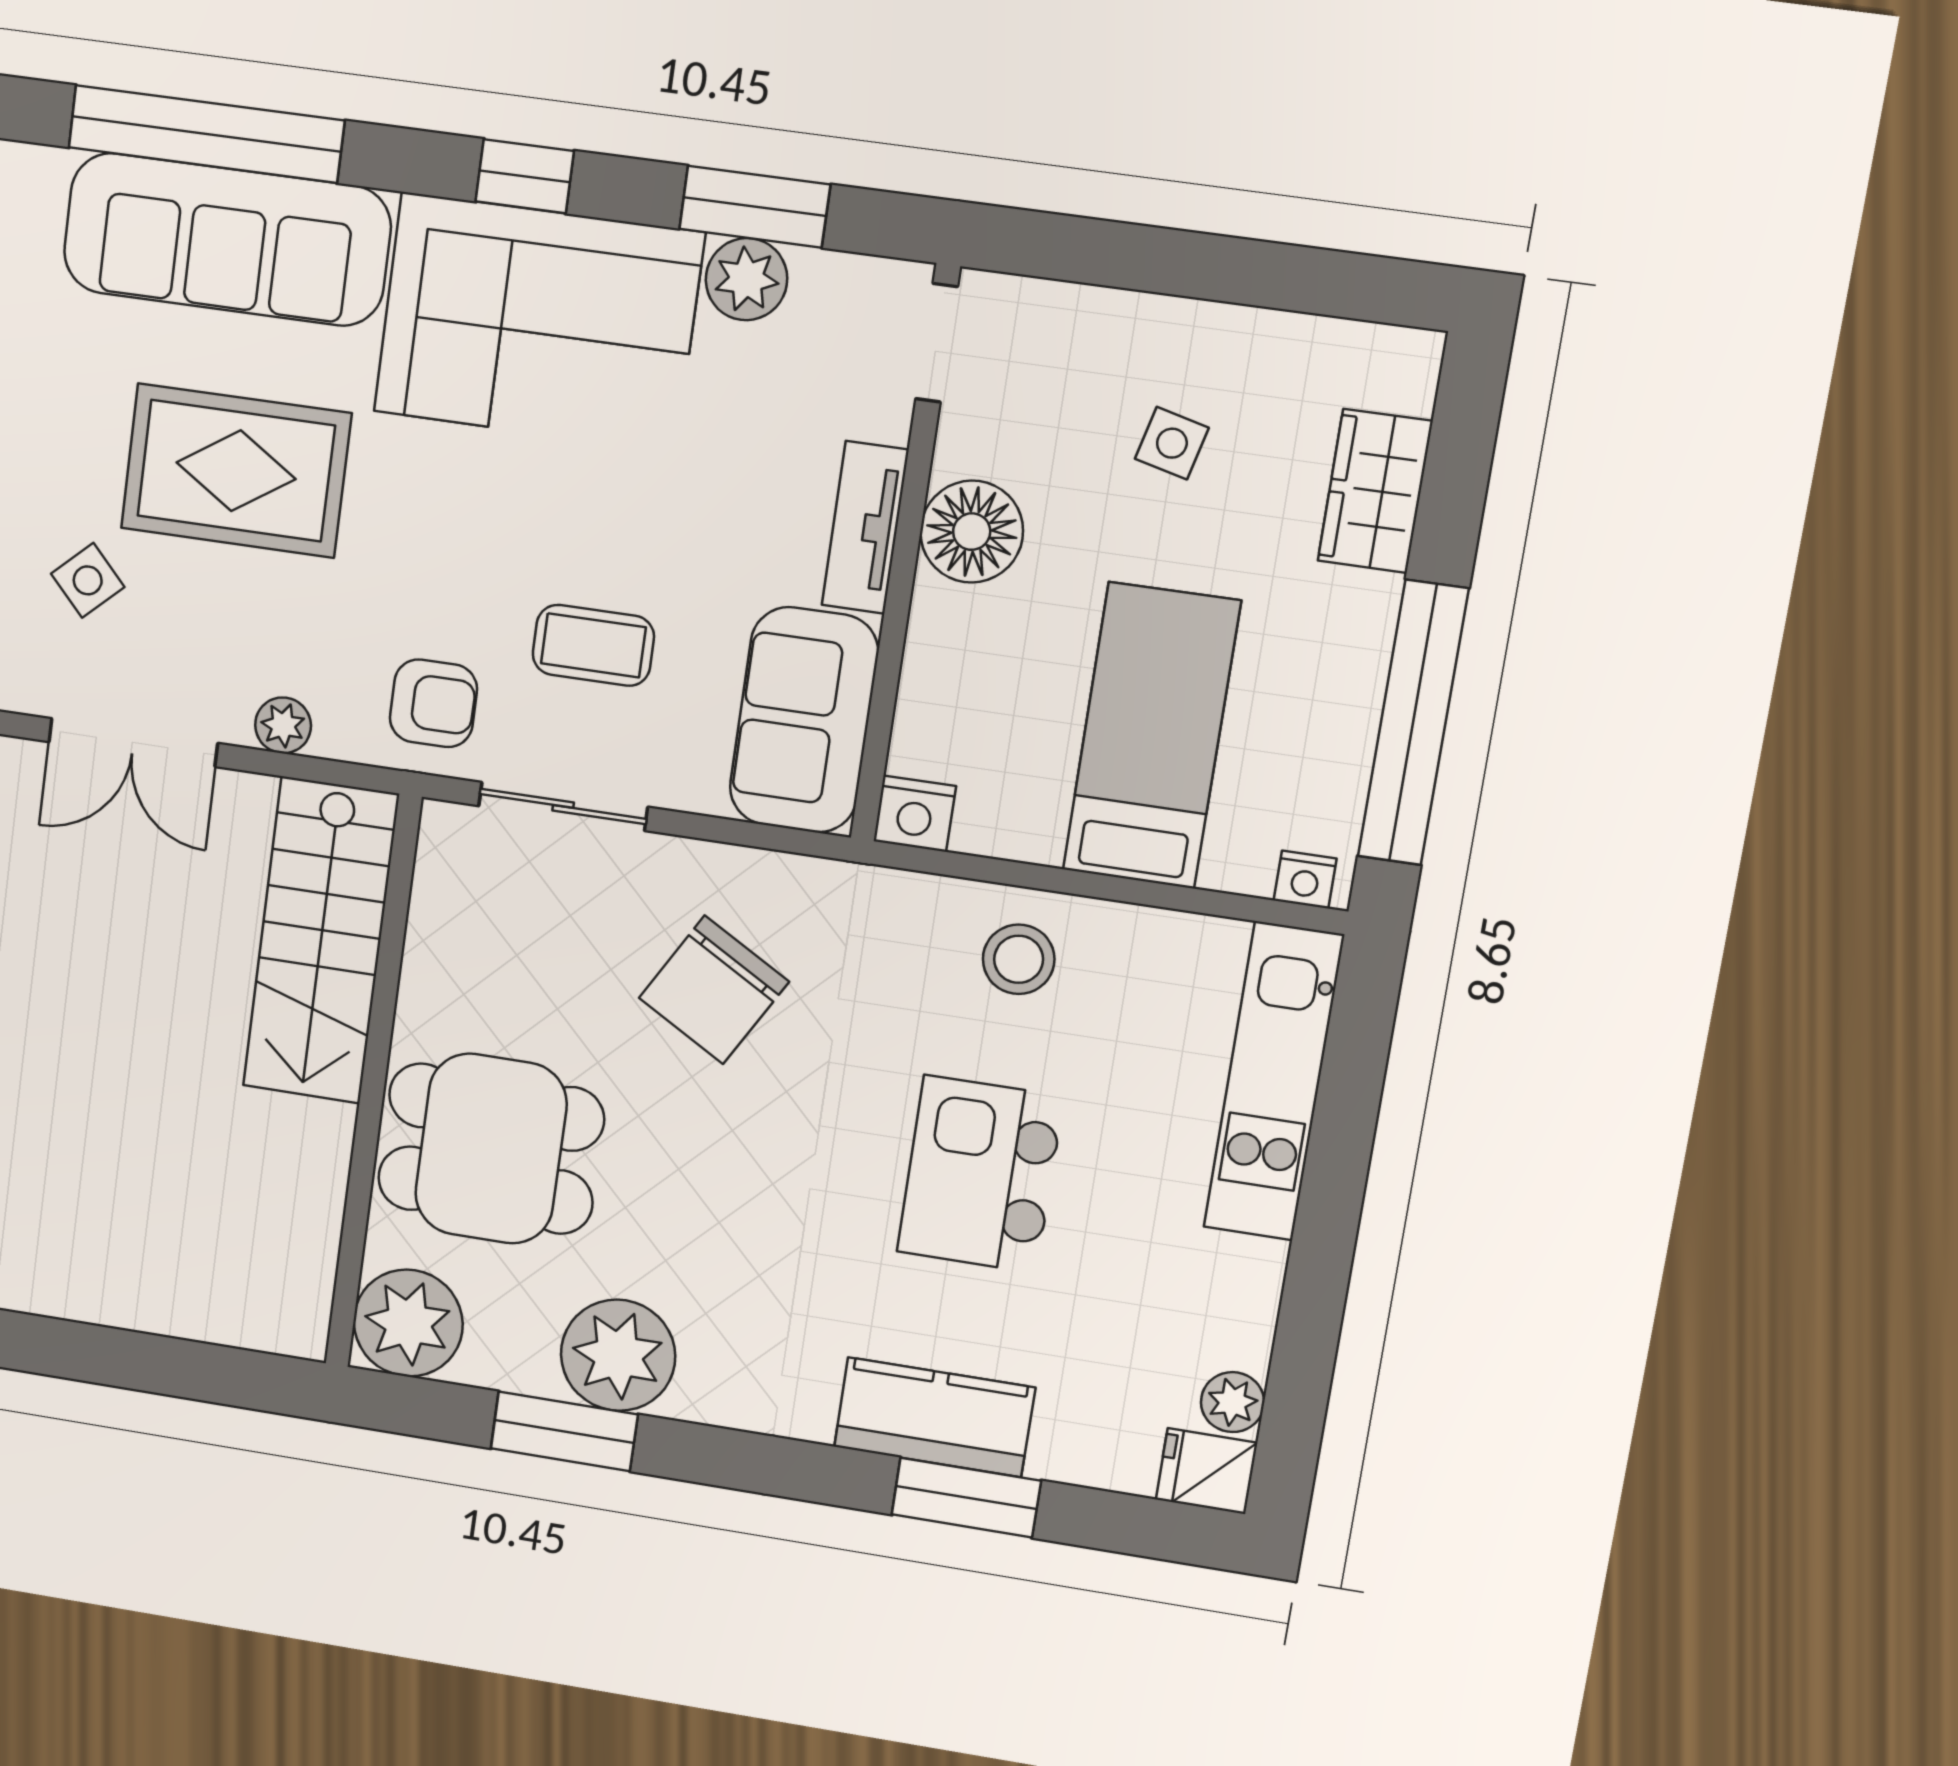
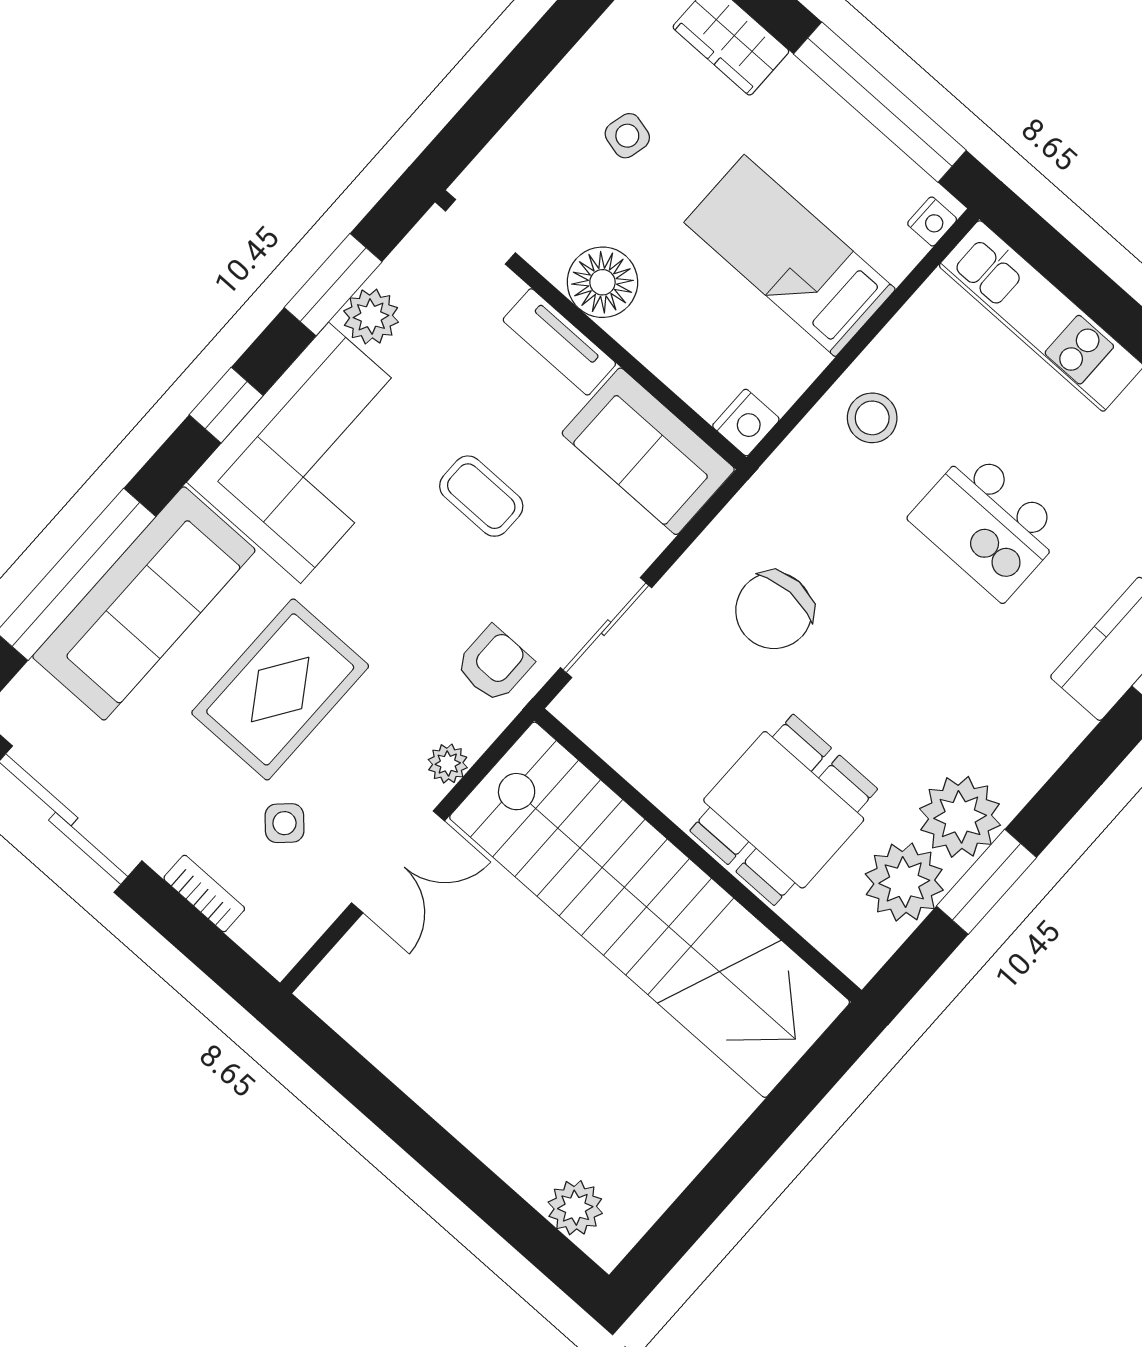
coffee table: (593, 645) -> (481, 496), moved, turned 90
stairs: (321, 941) -> (650, 910), width x1.86, depth x1.51
chair: (714, 990) -> (774, 610), turned 60
plant: (408, 1323) -> (904, 882), moved

